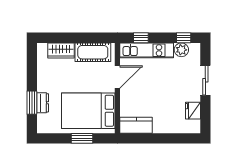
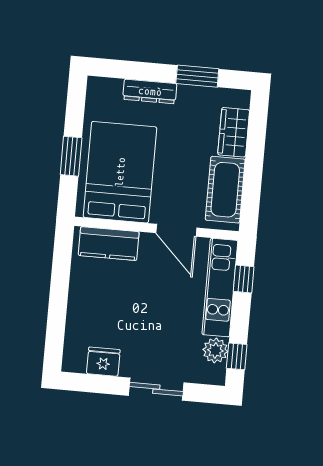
window: (32, 103) -> (197, 76), moved
dresser: (43, 103) -> (150, 91), width x1.44
kitchen counter: (136, 125) -> (109, 244), moved, turned 90

